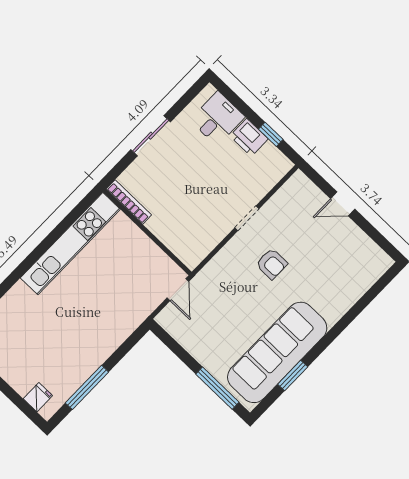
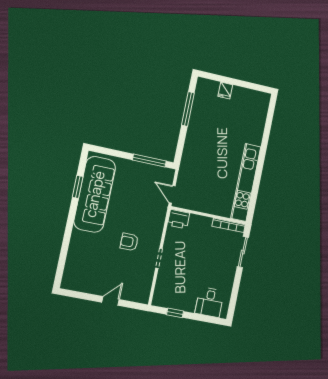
sliding door: (151, 136) -> (243, 252), moved
printer: (249, 137) -> (179, 219), moved, turned 180
window: (217, 388) -> (149, 161), moved
fridge: (38, 397) -> (225, 91), moved

